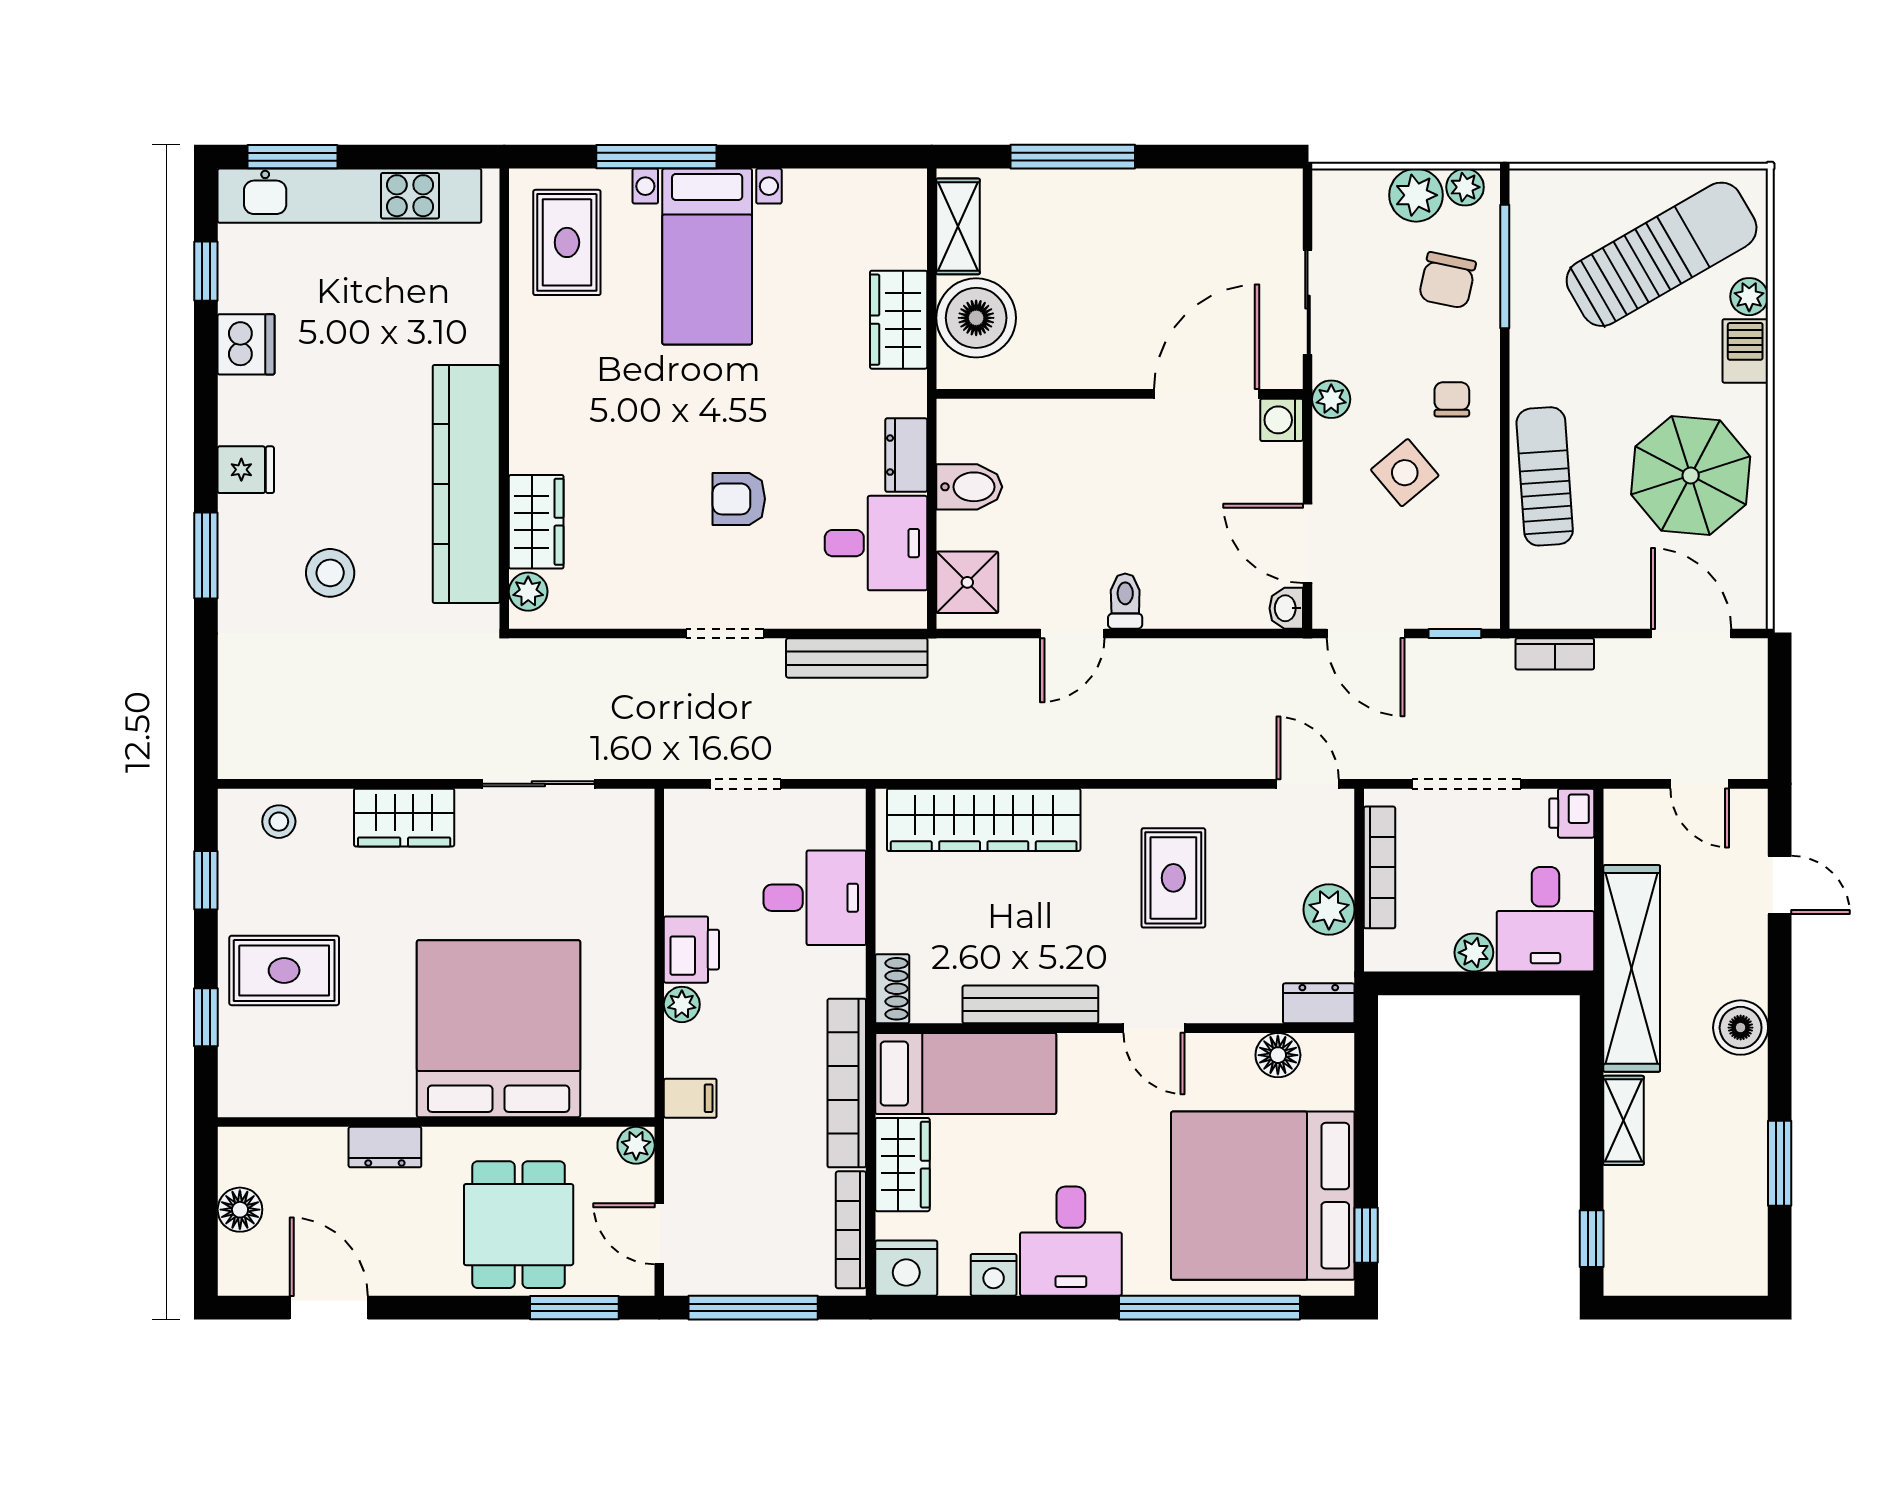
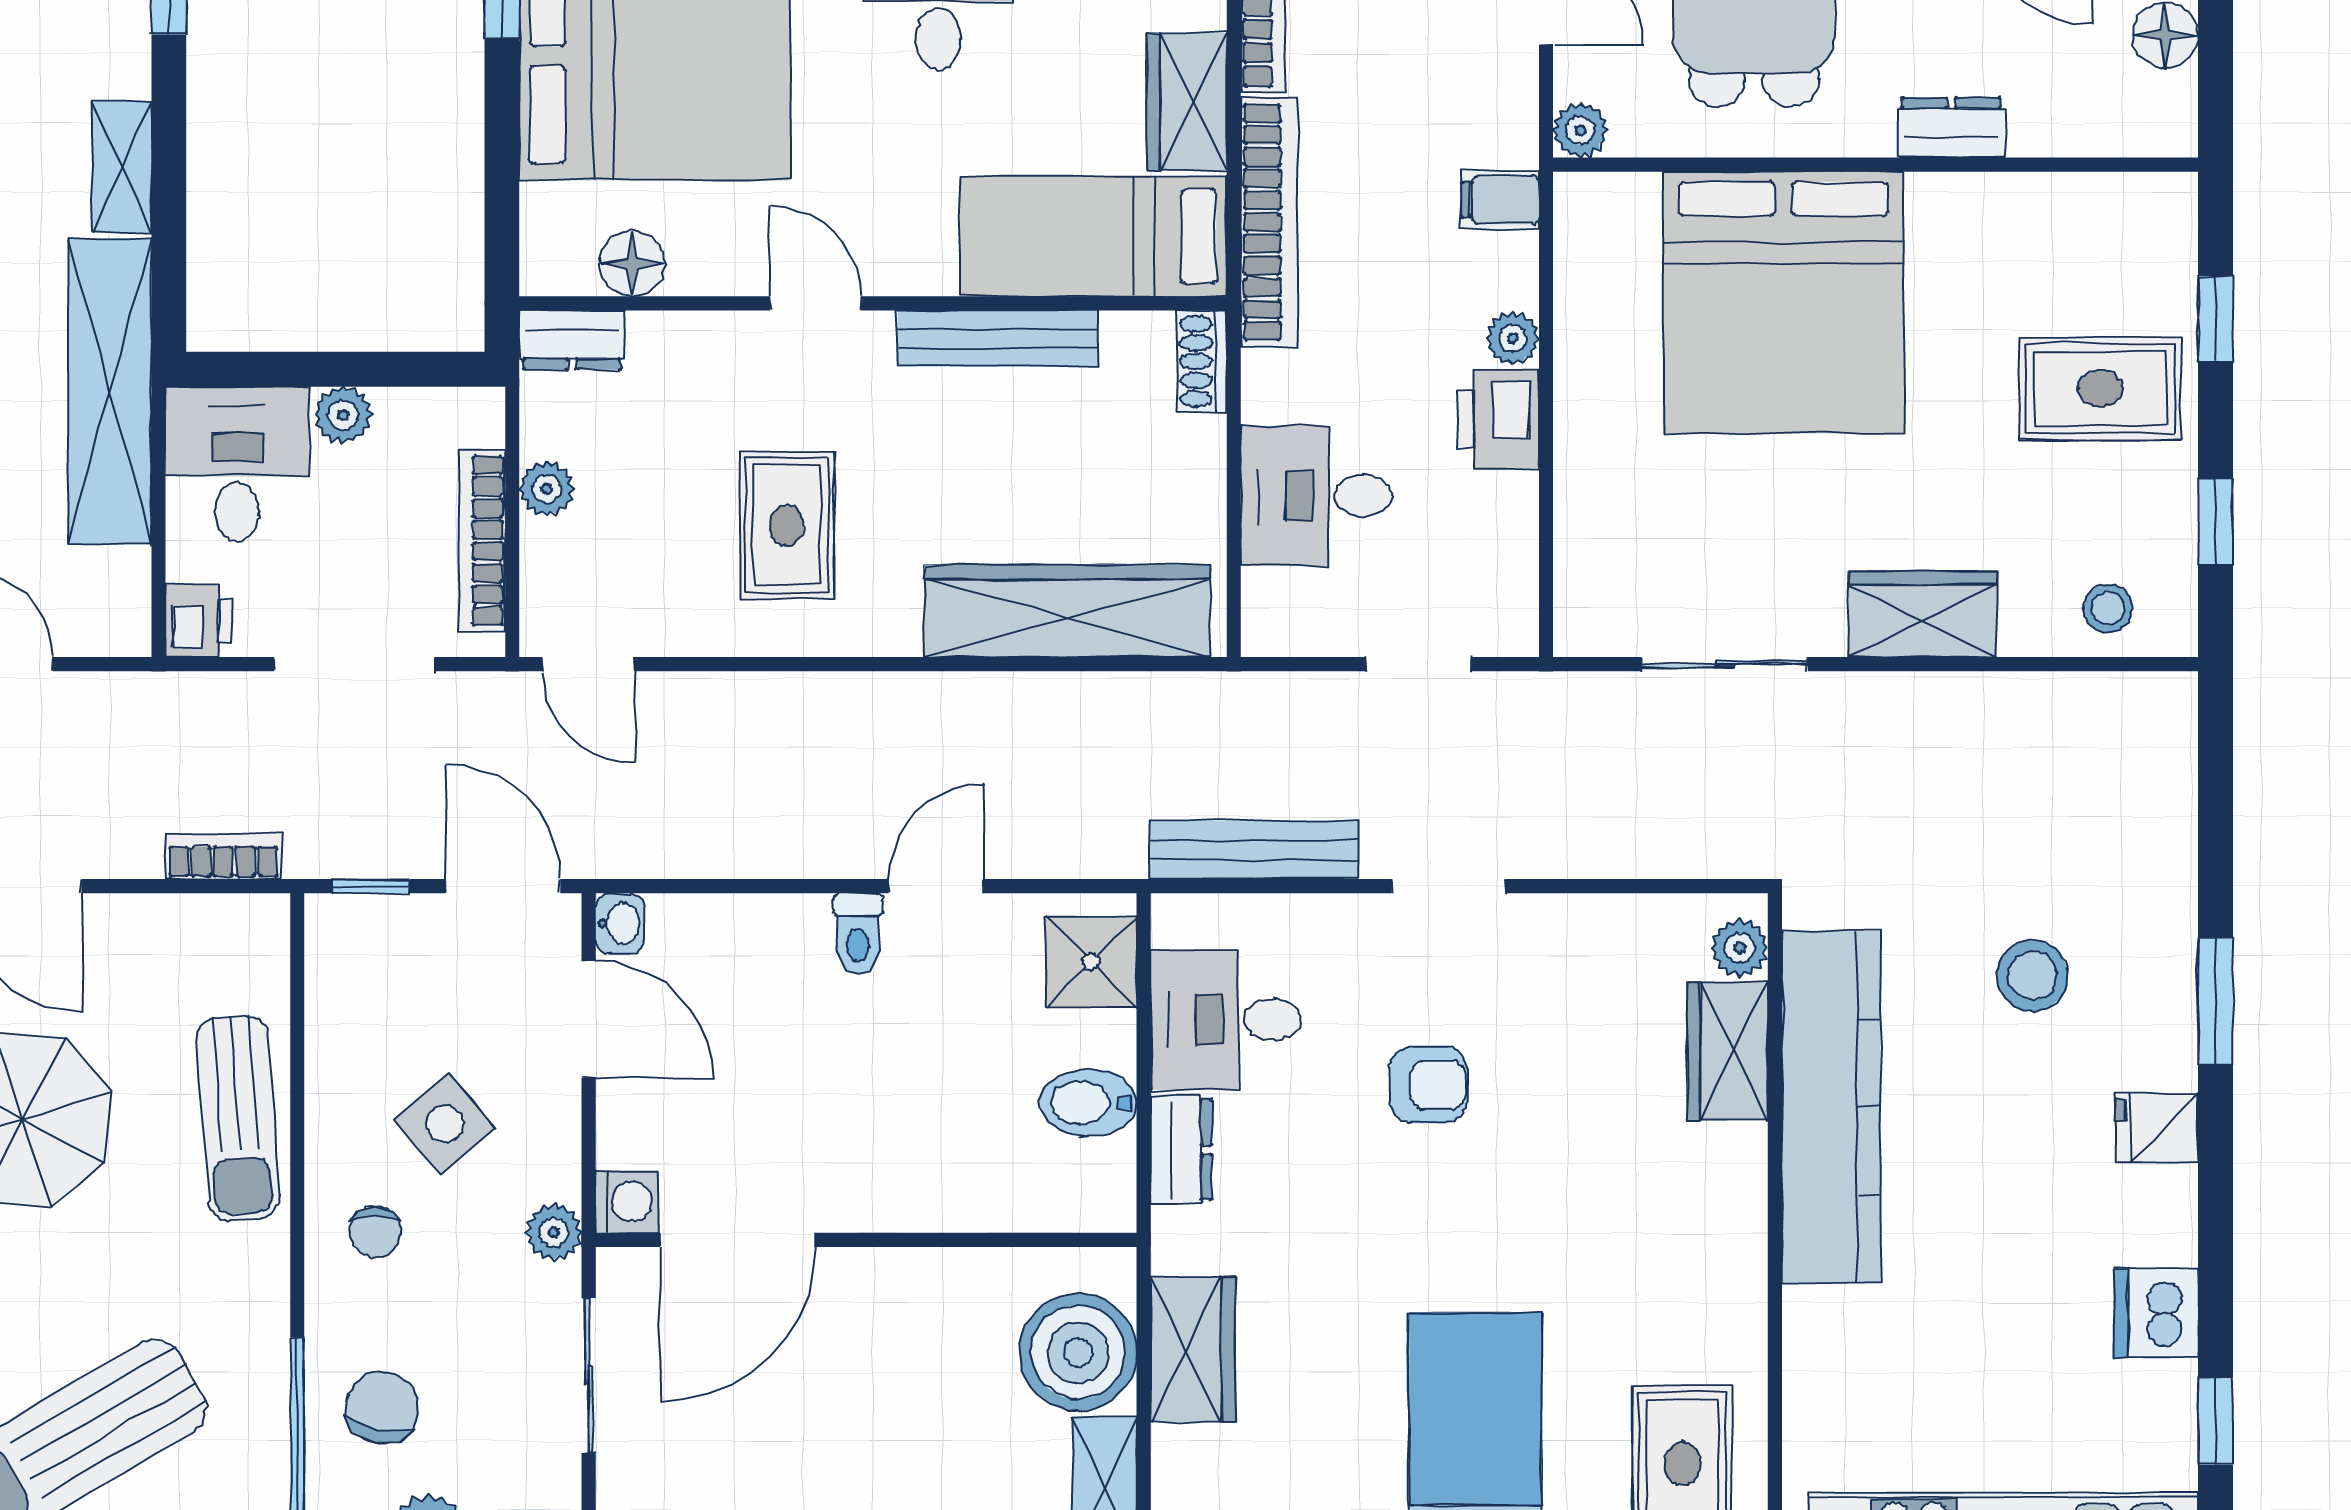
plant: (1329, 910) -> (547, 489), width x0.73, depth x0.73

